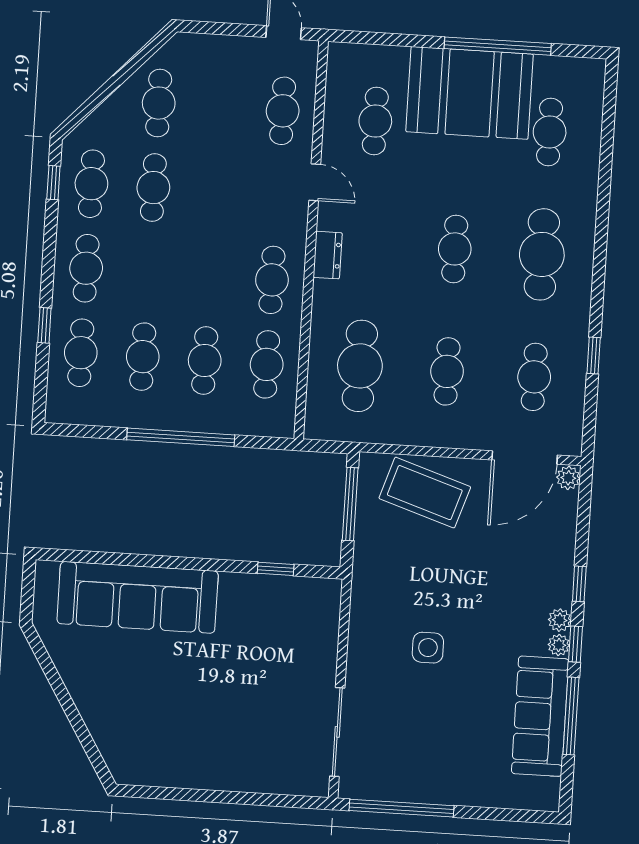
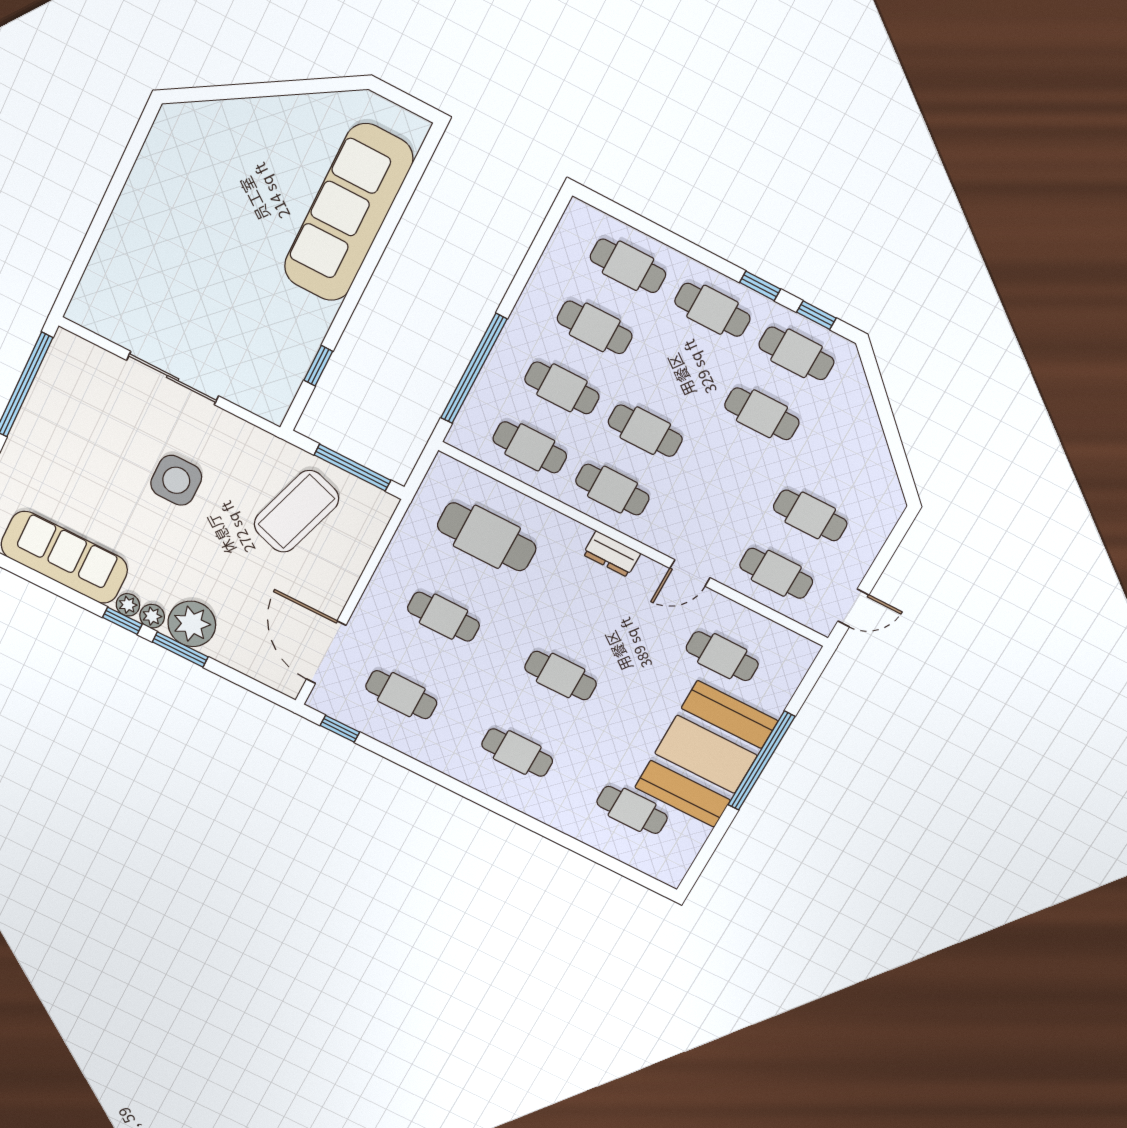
window: (498, 46) -> (761, 761), moved
cafe table: (159, 103) -> (810, 515), moved
cafe table: (542, 254) -> (517, 753), width x0.73, depth x0.74
cafe table: (210, 276) -> (645, 431), added
window: (44, 325) -> (760, 286), moved
window: (594, 356) -> (340, 729), moved
window: (181, 437) -> (474, 369), moved
plant: (568, 478) -> (192, 624), moved, width x1.88, depth x1.88
coffee table: (425, 493) -> (296, 511), moved
window: (579, 584) -> (180, 649), width x1.50
side table: (428, 648) -> (176, 480), width x1.37, depth x1.37
window: (571, 716) -> (53, 586), removed
sliding door: (337, 732) -> (173, 378), moved

